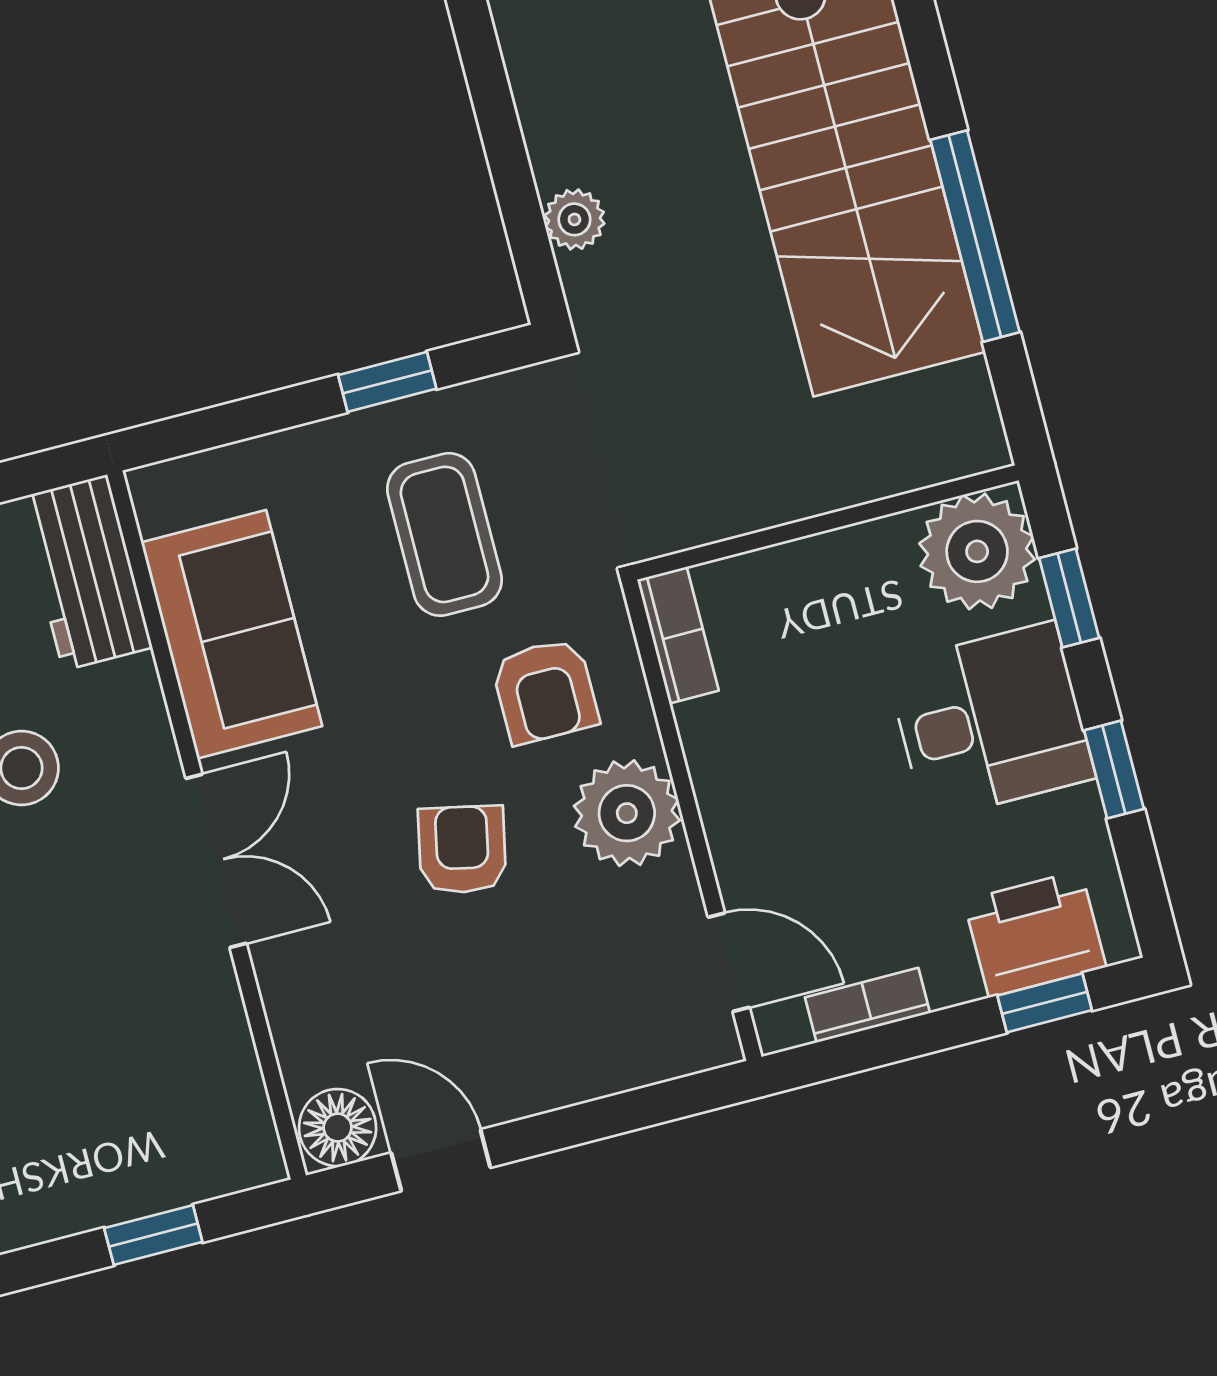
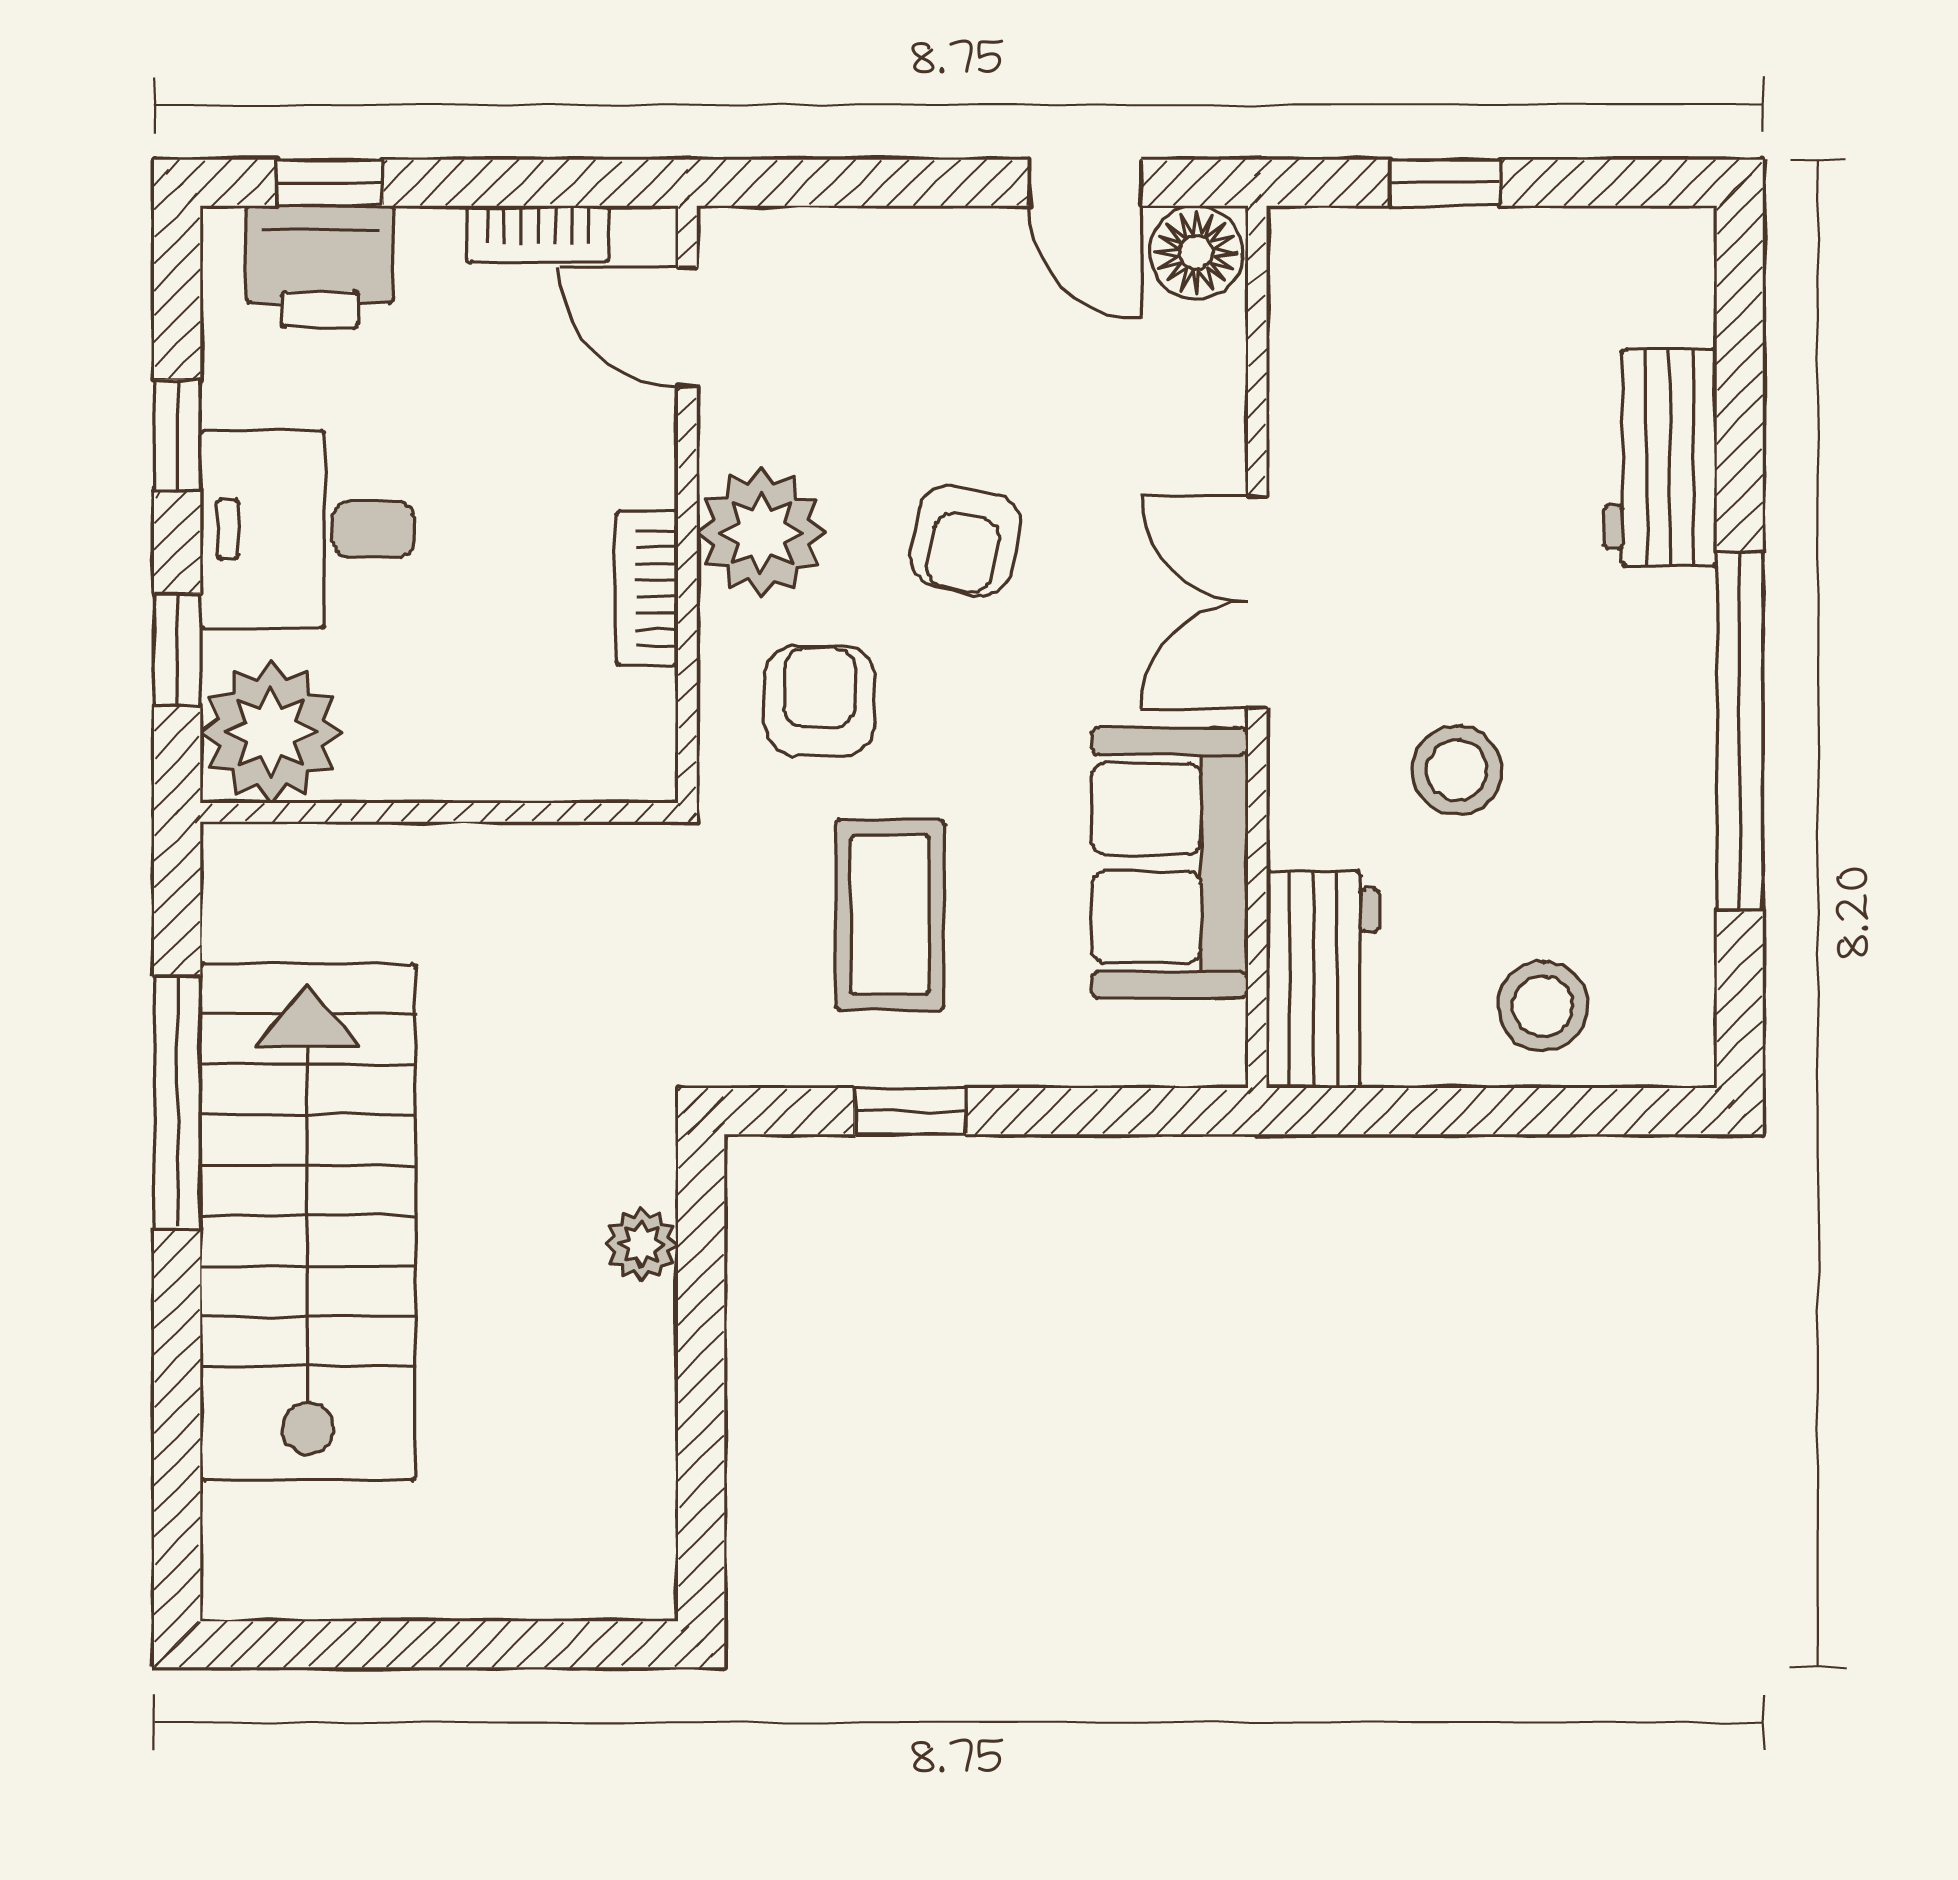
bookcase: (678, 635) -> (647, 588), moved

